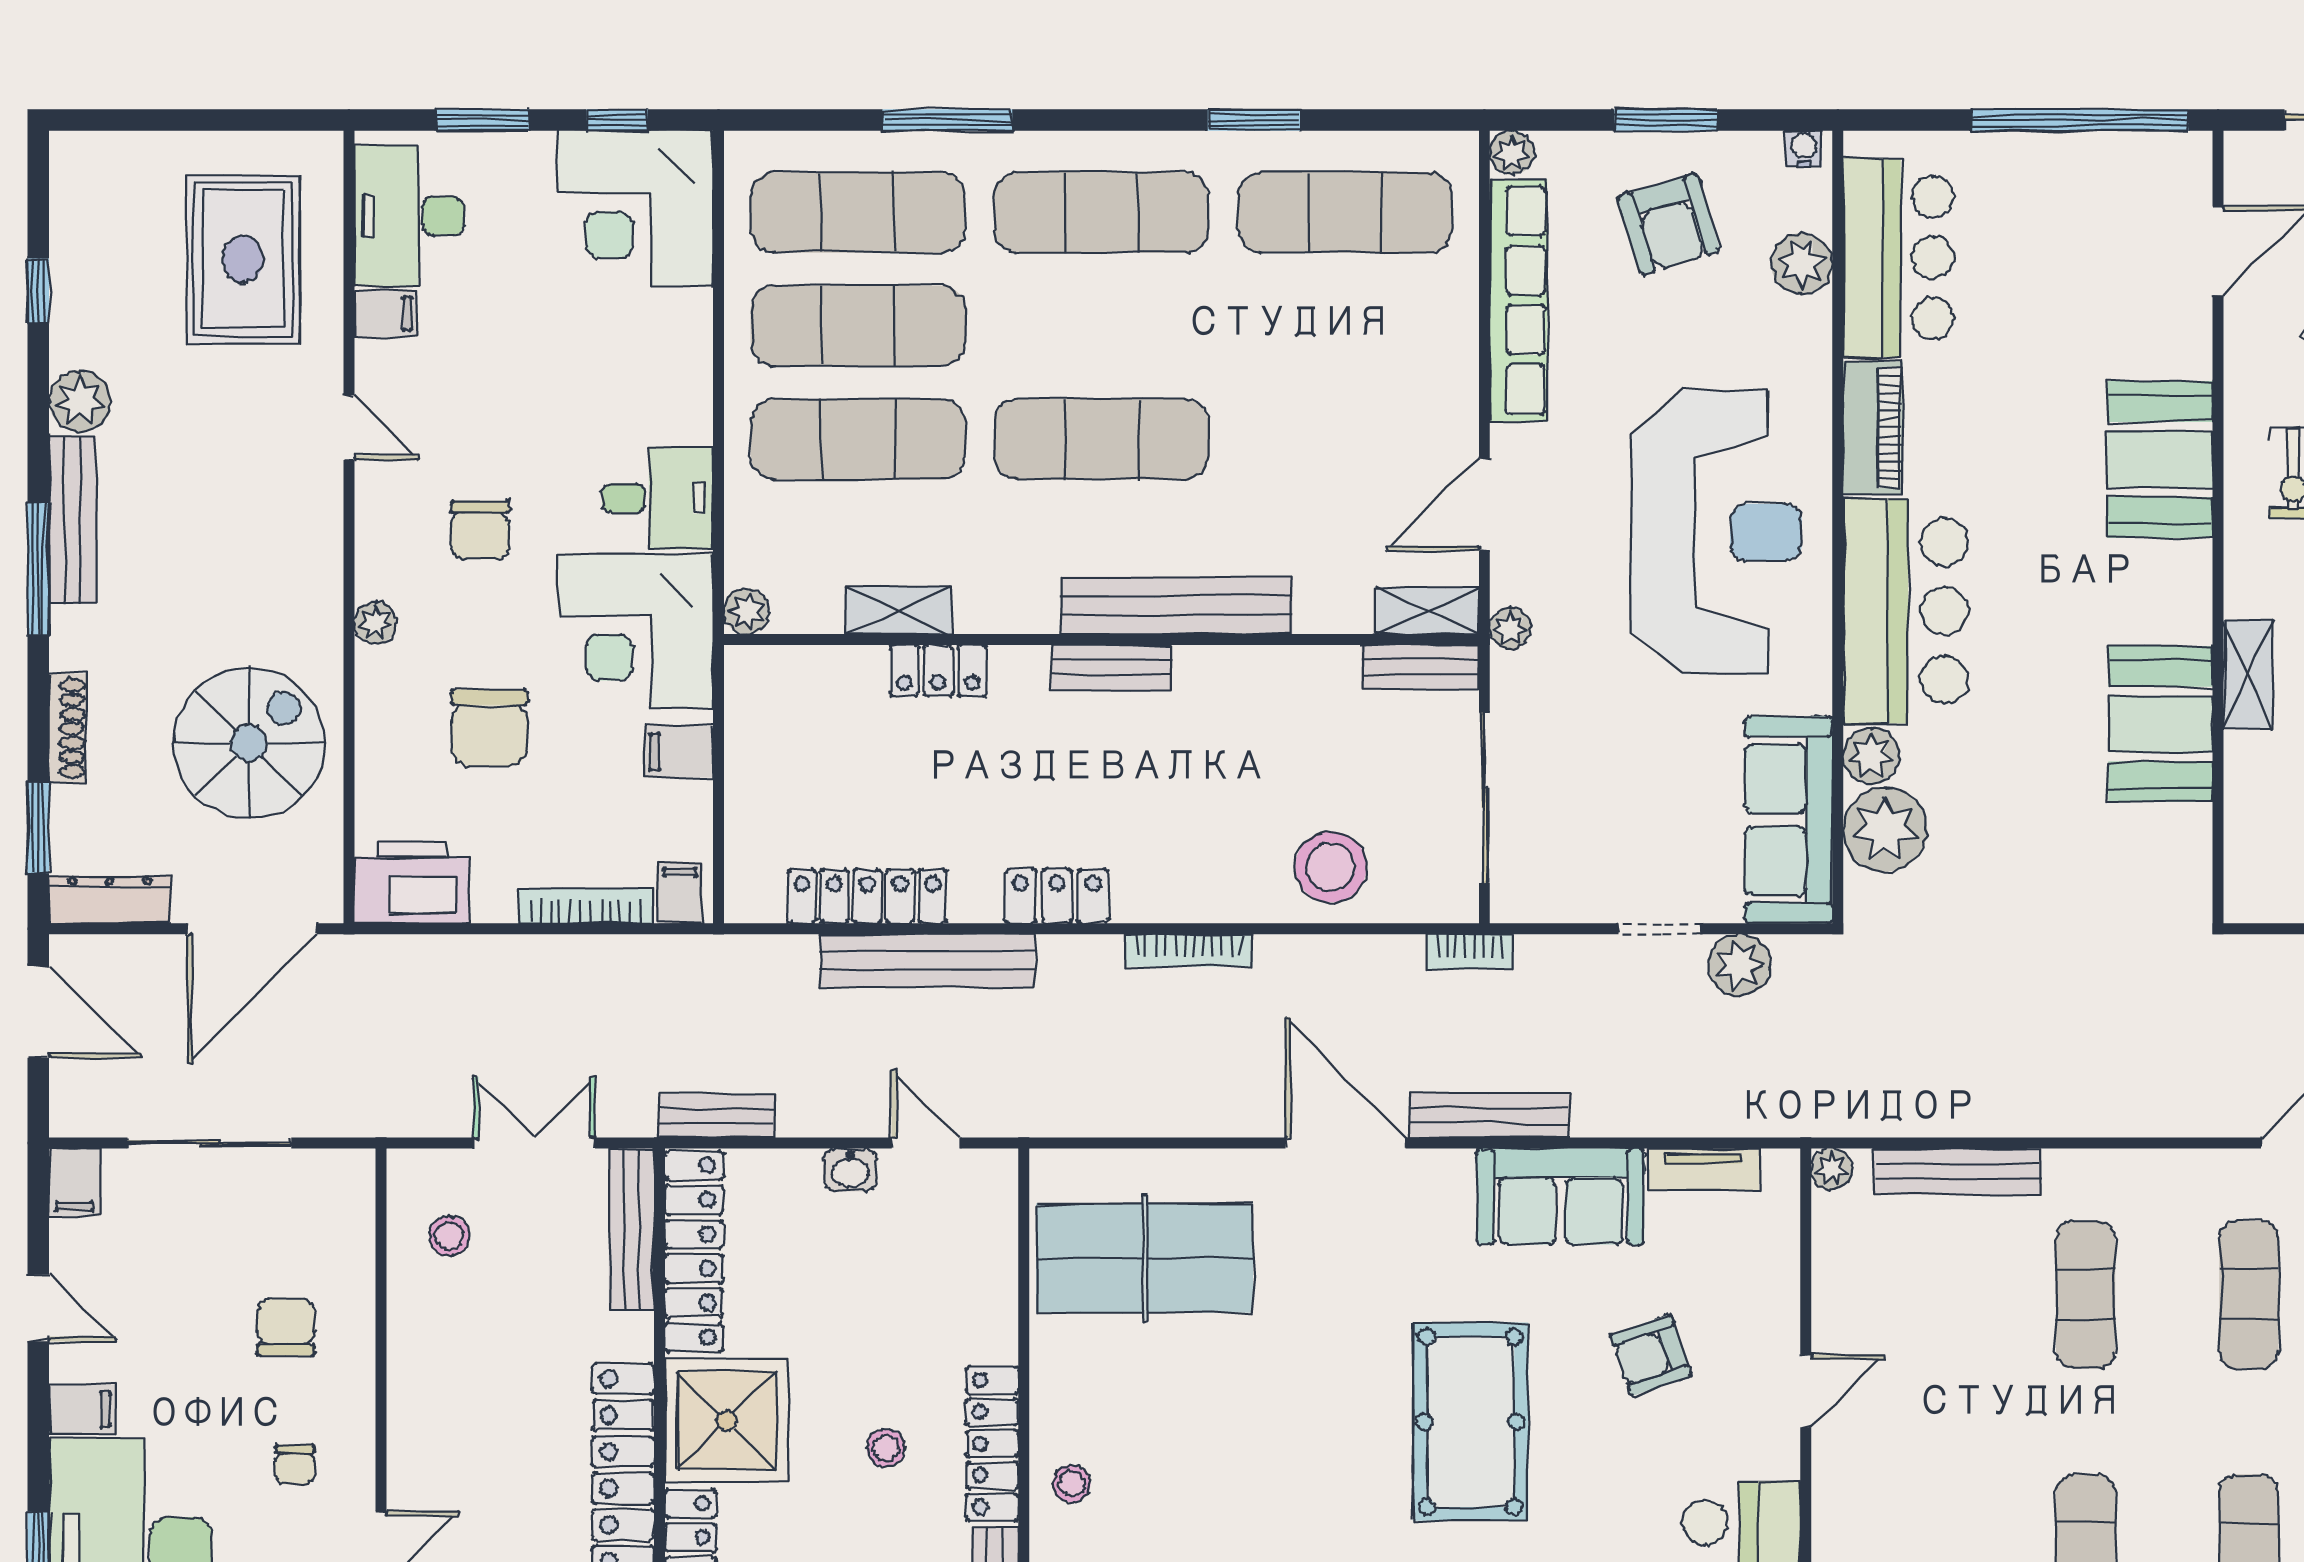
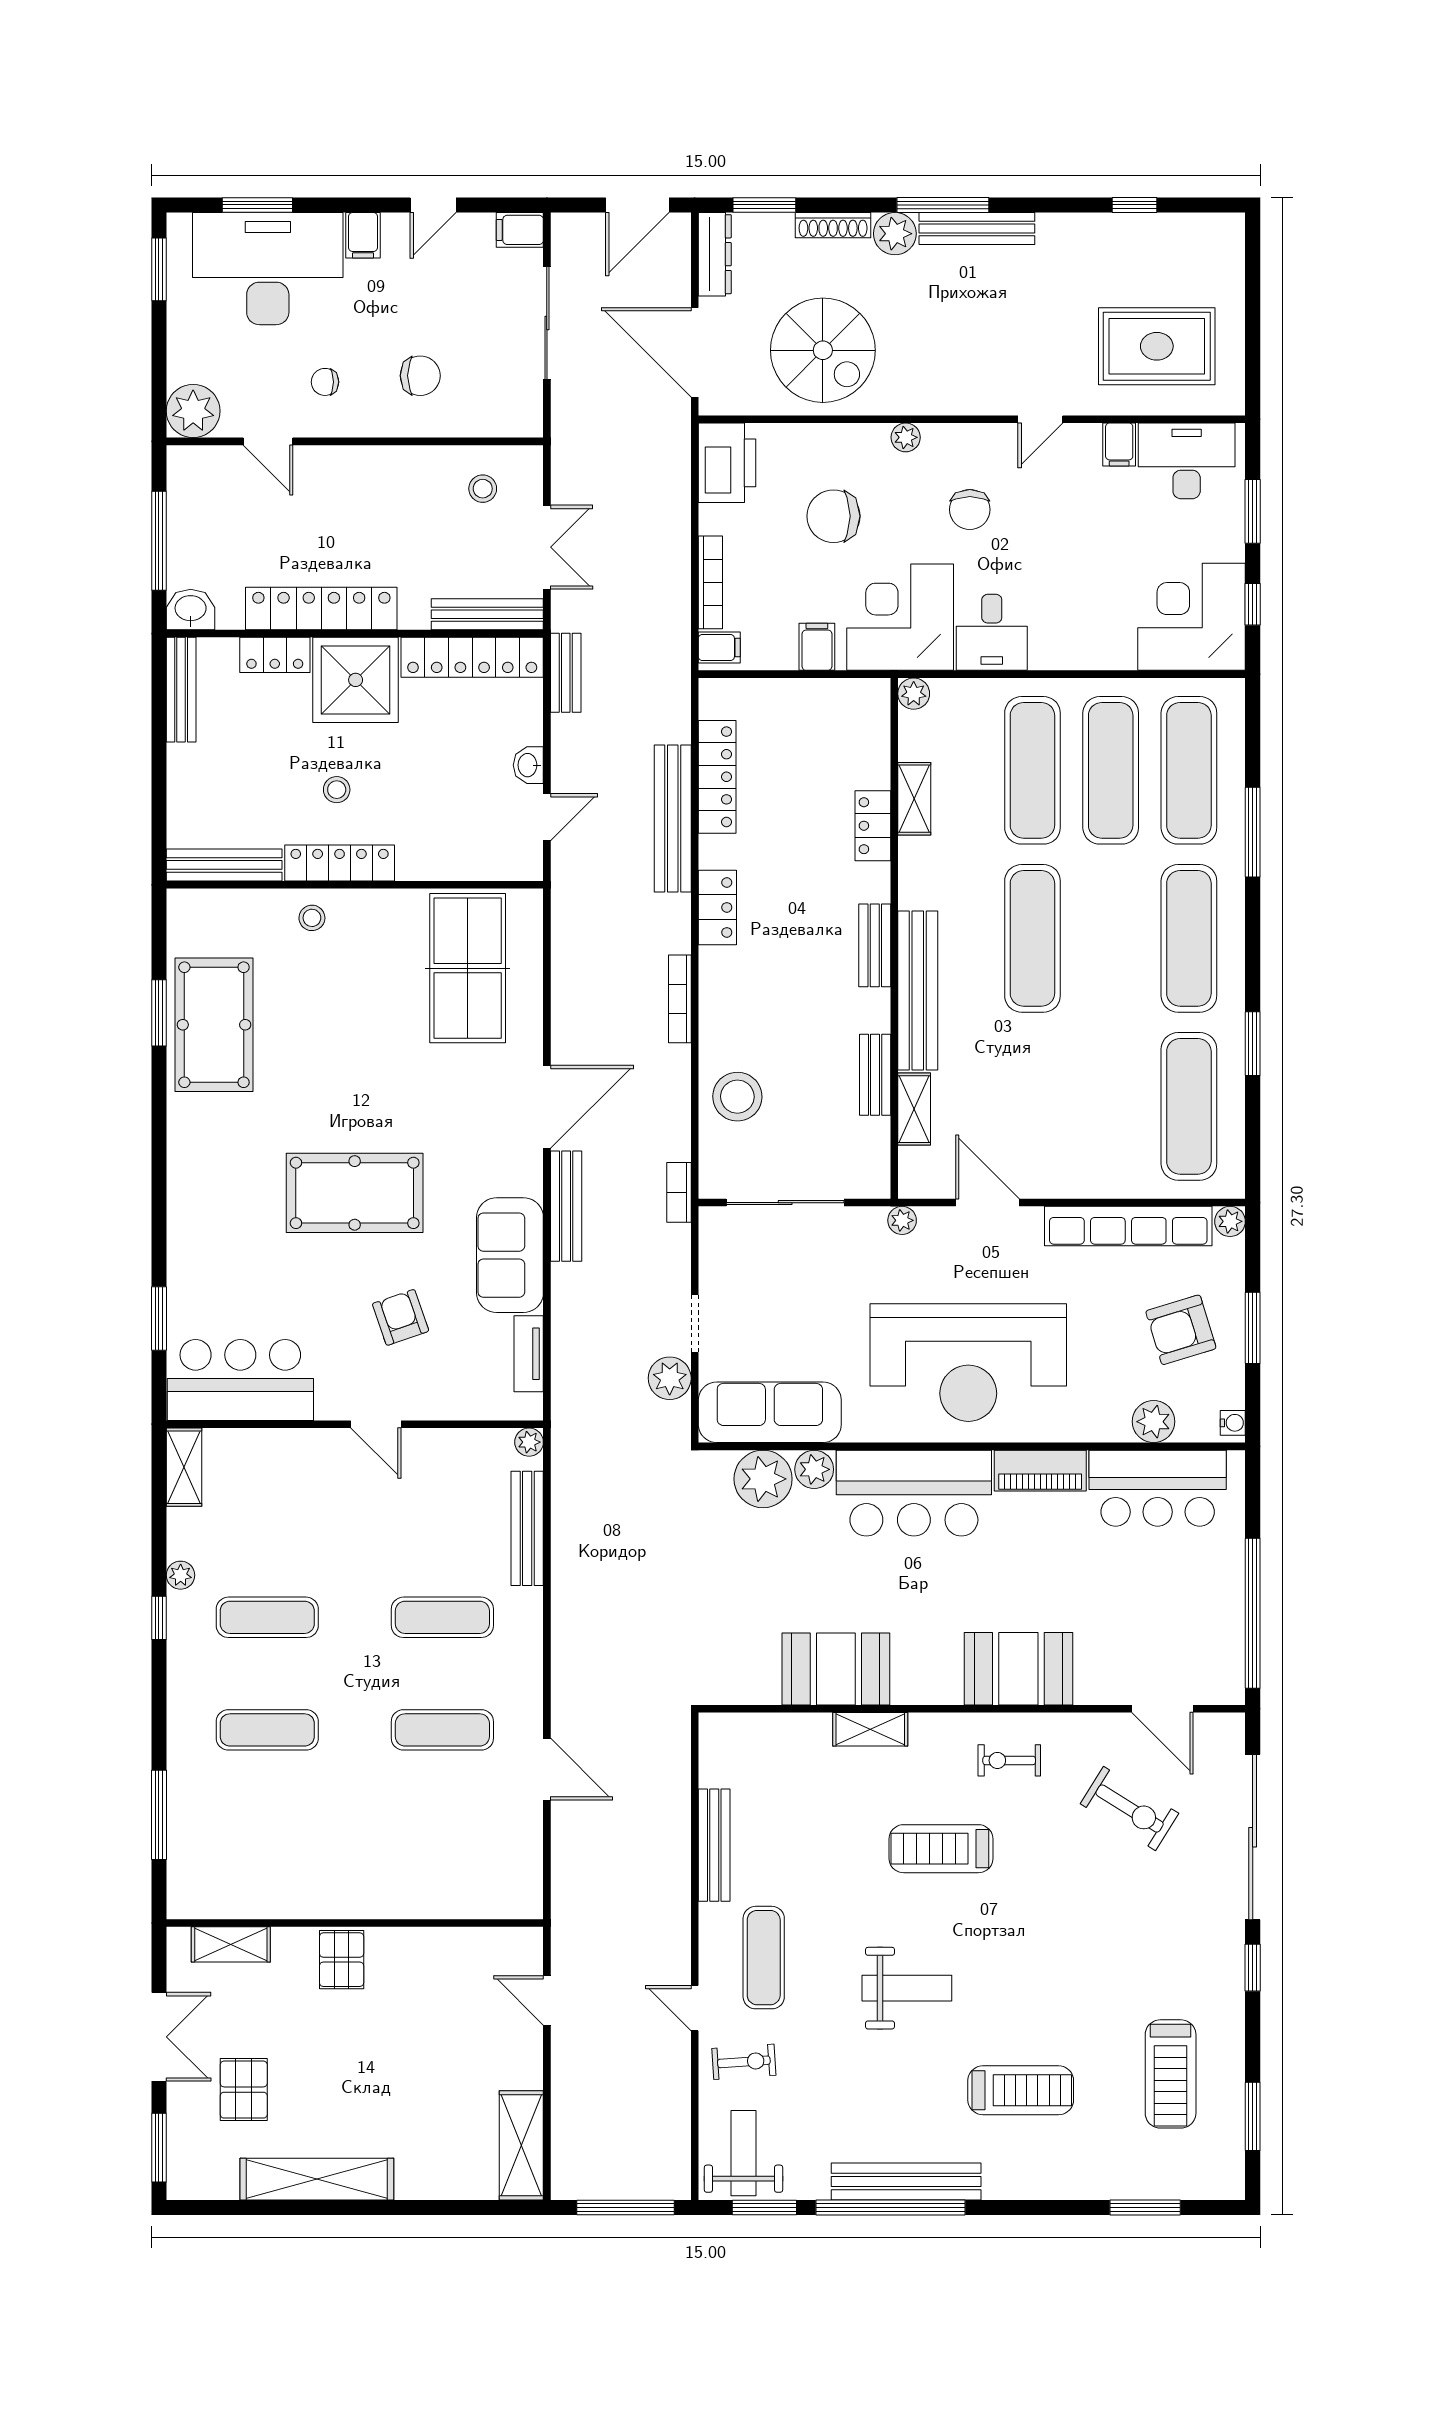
plant: (80, 401) -> (895, 234), moved
chair: (480, 530) -> (970, 510), turned -90
shelving: (1427, 611) -> (914, 1109), moved
bench: (1420, 667) -> (875, 1075), moved

